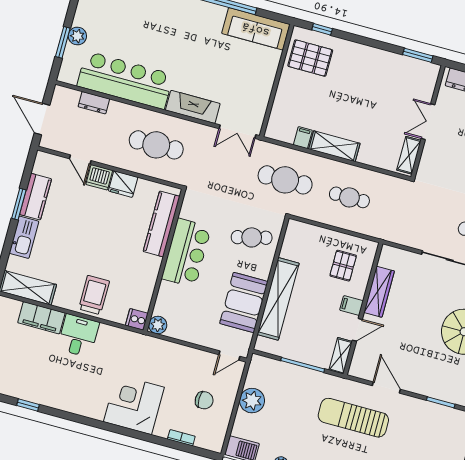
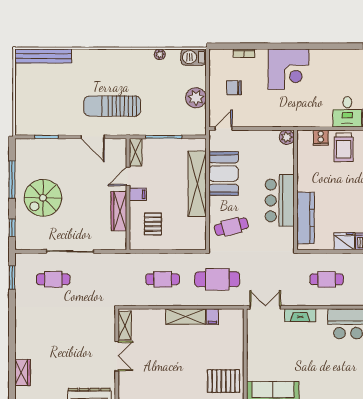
fireplace: (193, 107) -> (300, 315), width x0.73, depth x0.76
cafe table: (156, 145) -> (327, 279), width x0.73, depth x0.74
cooker: (137, 319) -> (321, 138), moved, turned 90
sun lounger: (353, 418) -> (112, 106), turned 180

